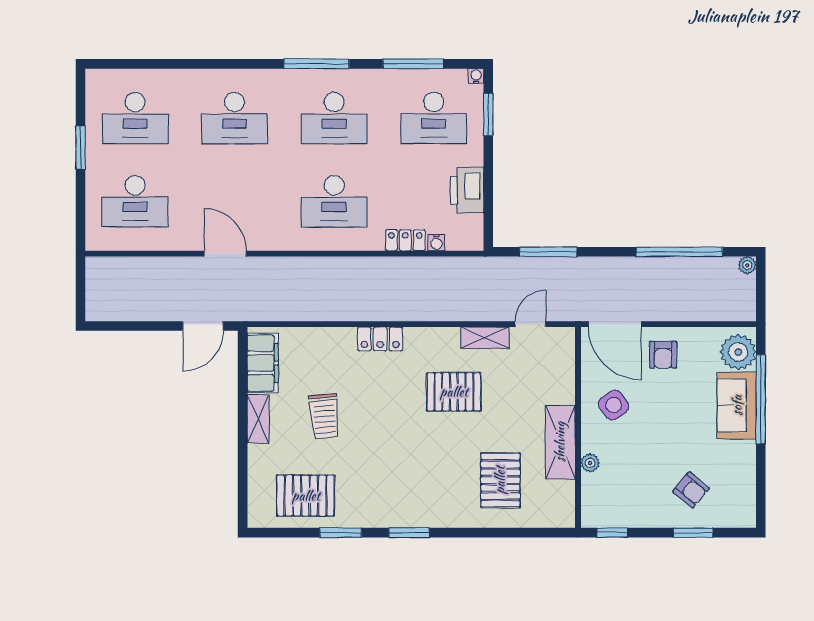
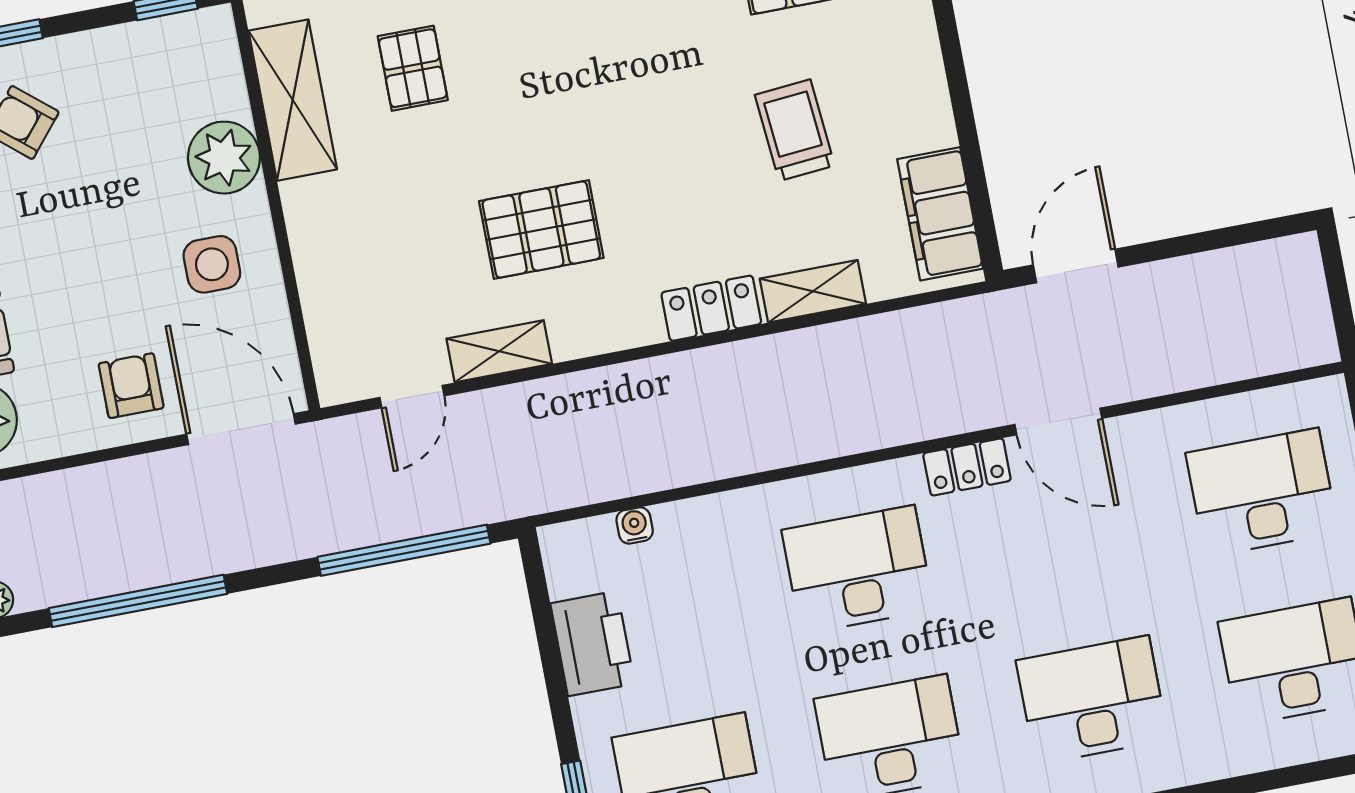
locker: (405, 240) -> (967, 467), moved
window: (548, 252) -> (404, 550), width x1.46
side table: (614, 405) -> (212, 264), turned 36
shelving: (258, 419) -> (813, 291), moved, turned 90
shelving: (560, 442) -> (293, 100), moved
plant: (590, 463) -> (224, 158), width x1.88, depth x1.88
pallet: (500, 480) -> (413, 68), width x0.67, depth x0.71

